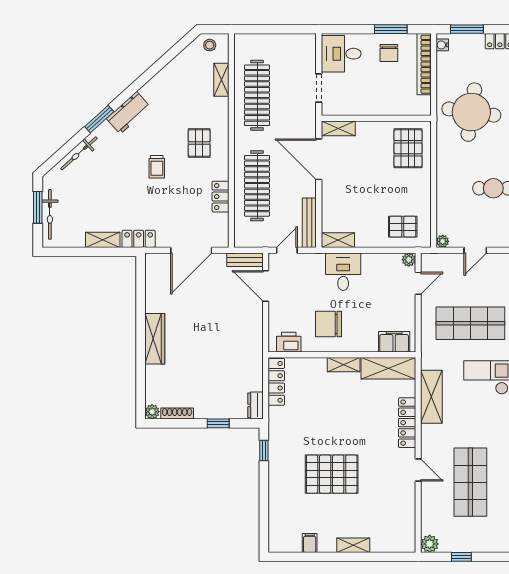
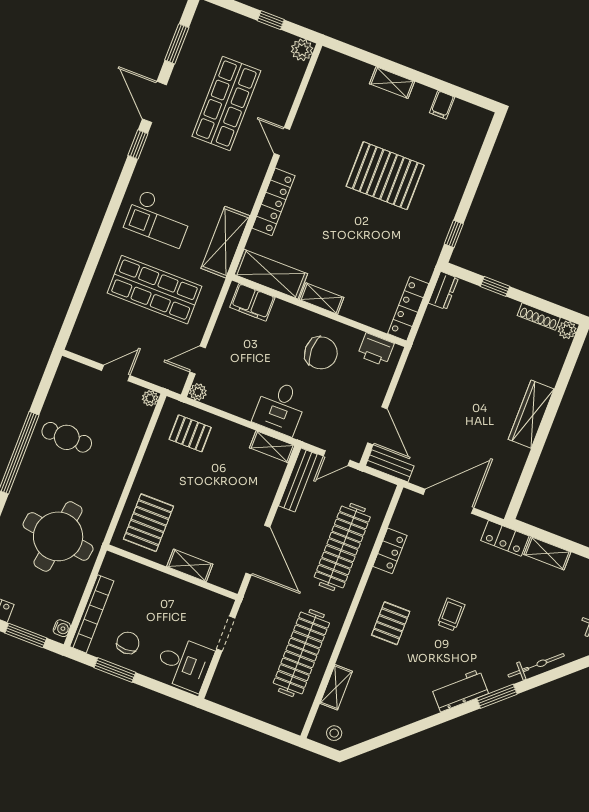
shelving: (338, 128) -> (190, 565), moved
shelving: (431, 397) -> (225, 242), moved

